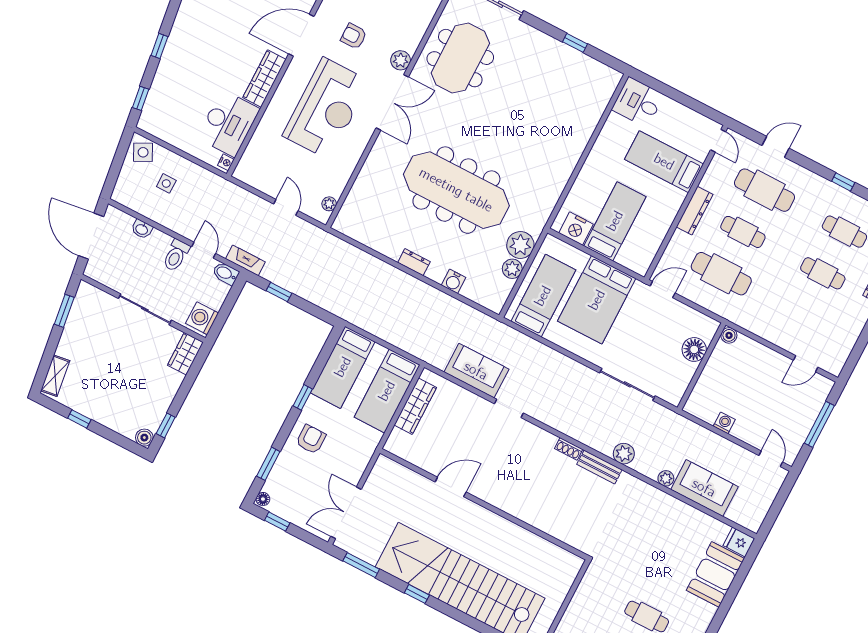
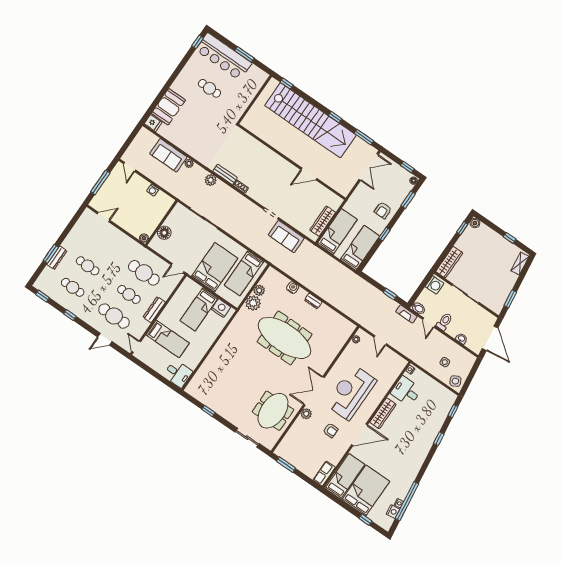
desk: (228, 123) -> (406, 391), width x0.73
wardrobe: (185, 354) -> (449, 262), width x1.50

